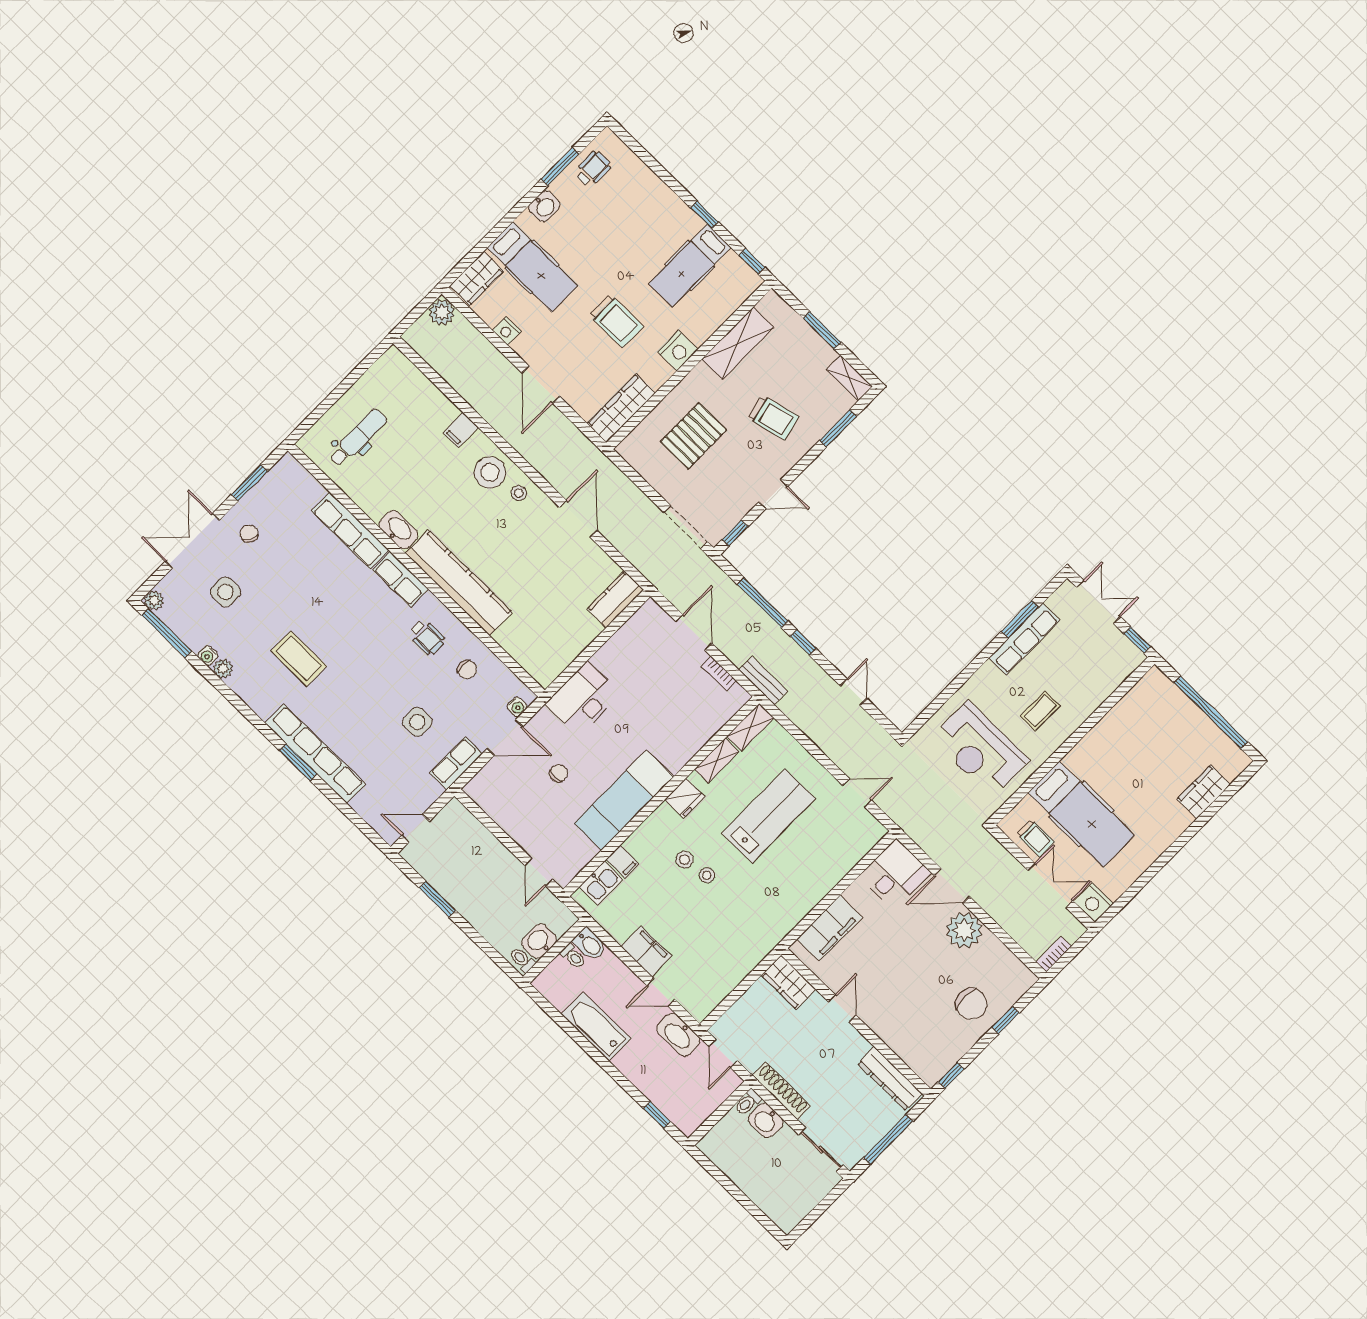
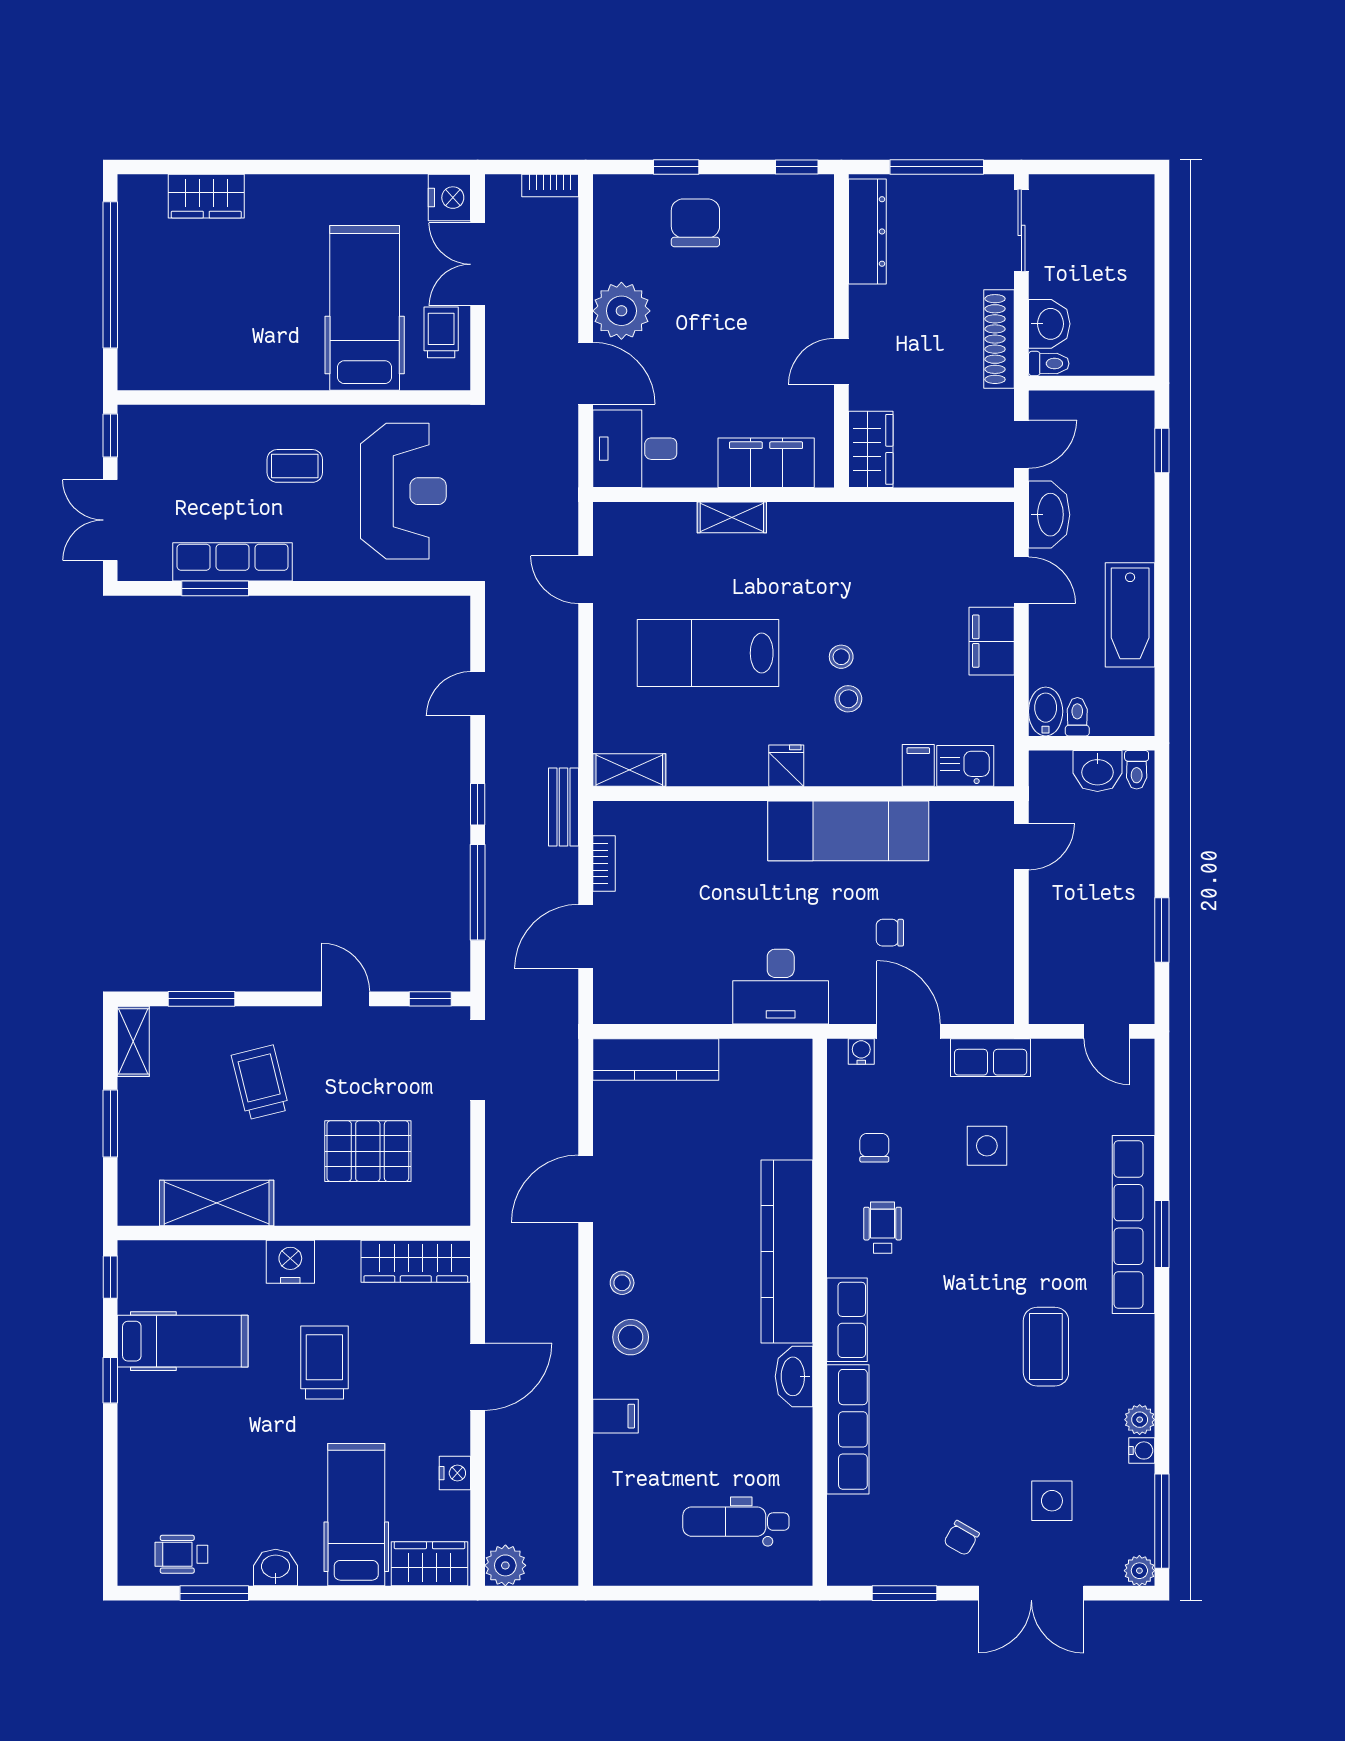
stool: (490, 473) -> (631, 1337), width x0.73, depth x0.73
kitchen counter: (615, 599) -> (656, 1060), width x1.50
shelving: (717, 761) -> (732, 517), moved
fridge: (685, 798) -> (786, 766), width x0.72

